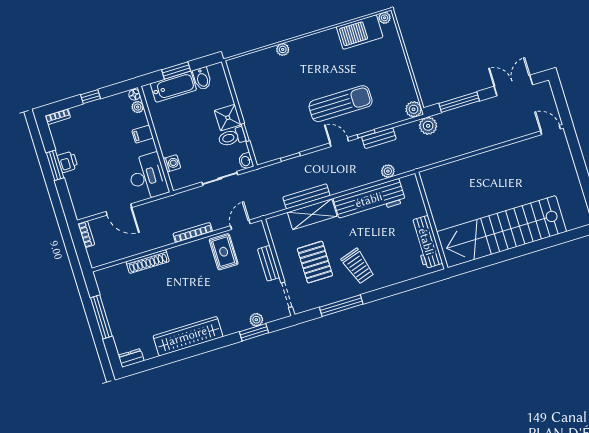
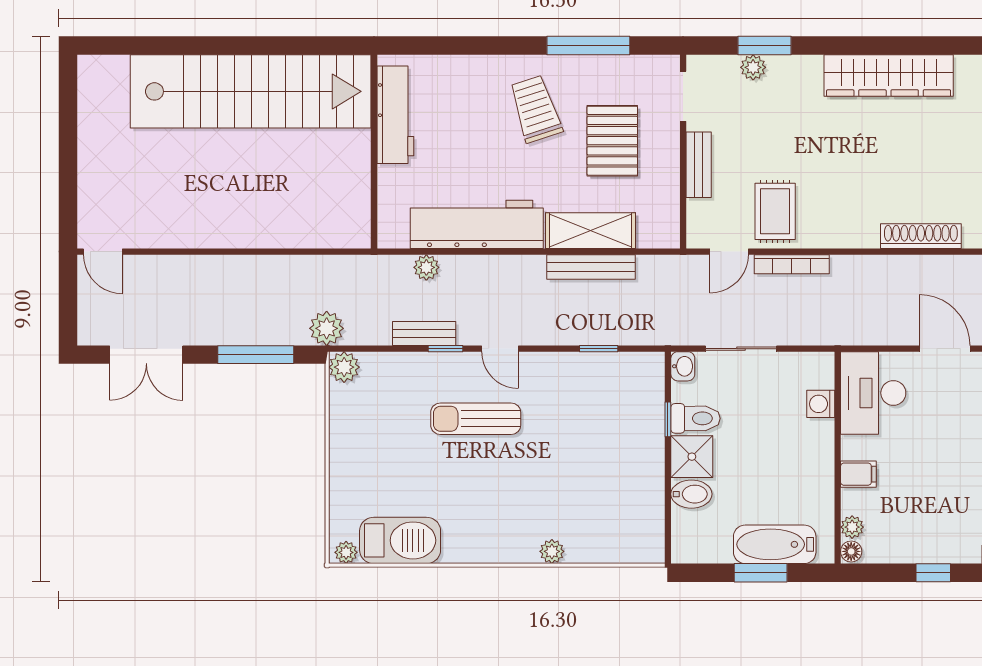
bidet: (202, 79) -> (691, 494), moved, turned 90
sun lounger: (341, 104) -> (476, 419), width x0.73, depth x0.75
bookcase: (193, 233) -> (792, 264), moved

